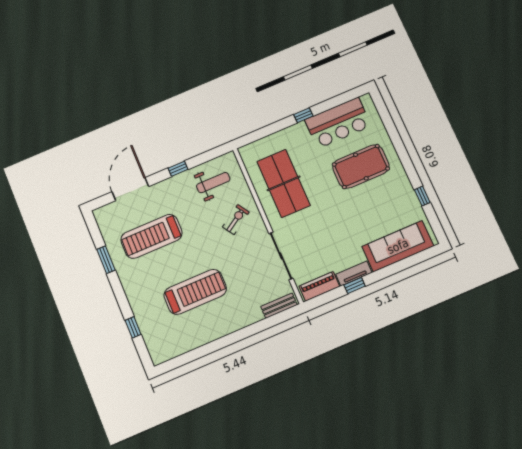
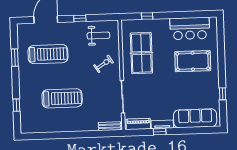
window: (303, 115) -> (147, 16), moved
treadmill: (151, 236) -> (48, 54), turned 180

